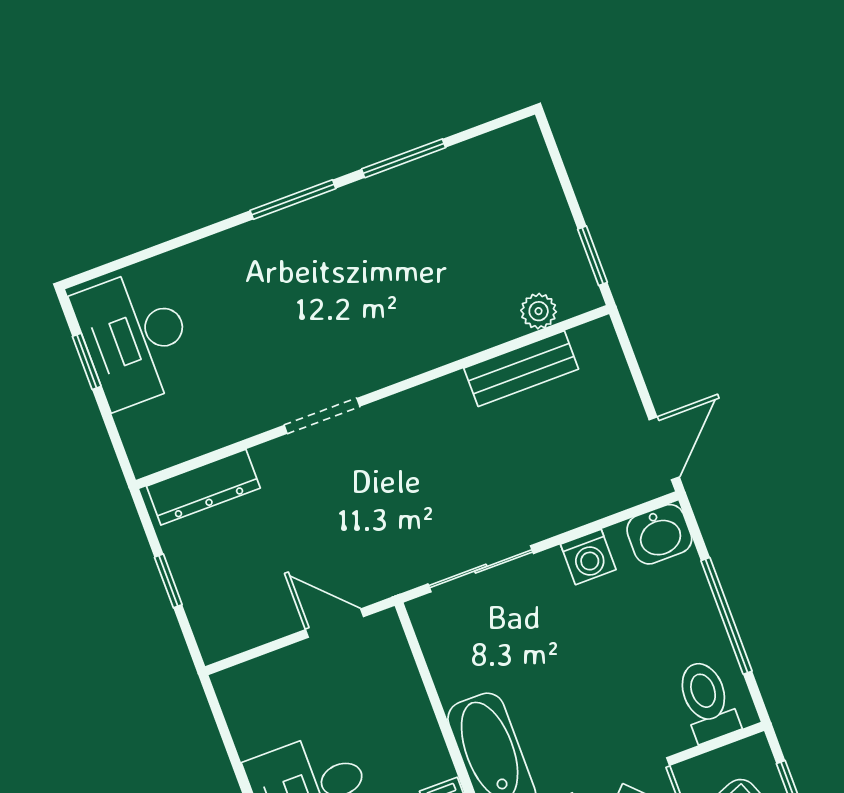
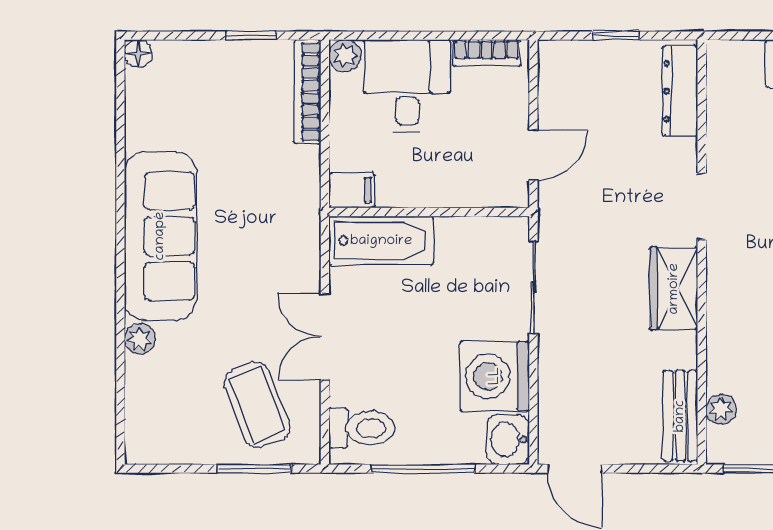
bench: (521, 369) -> (680, 416), moved
wardrobe: (424, 413) -> (674, 289), added
washing machine: (588, 557) -> (495, 376), width x1.89, depth x1.89
bookcase: (241, 716) -> (487, 53), added

